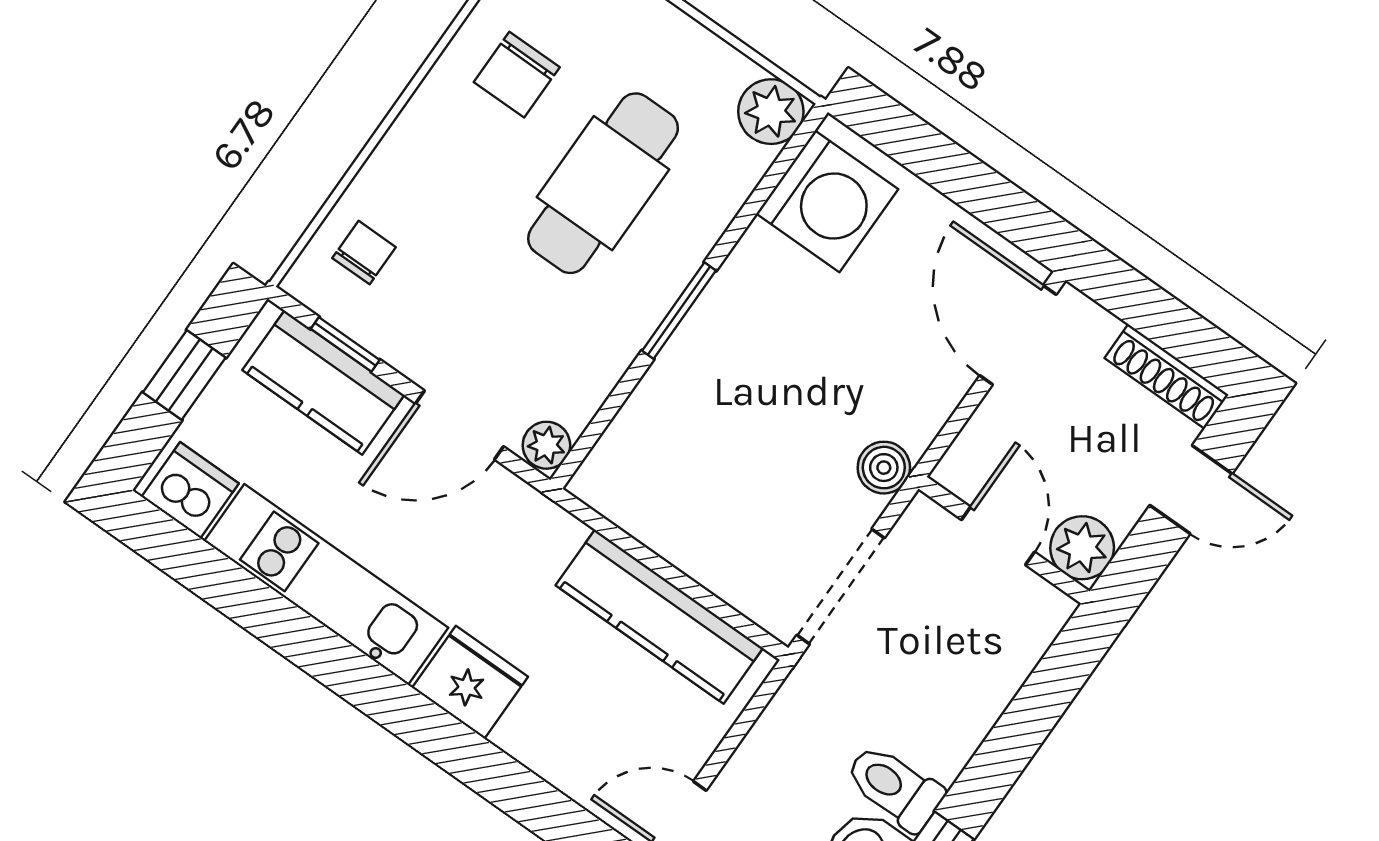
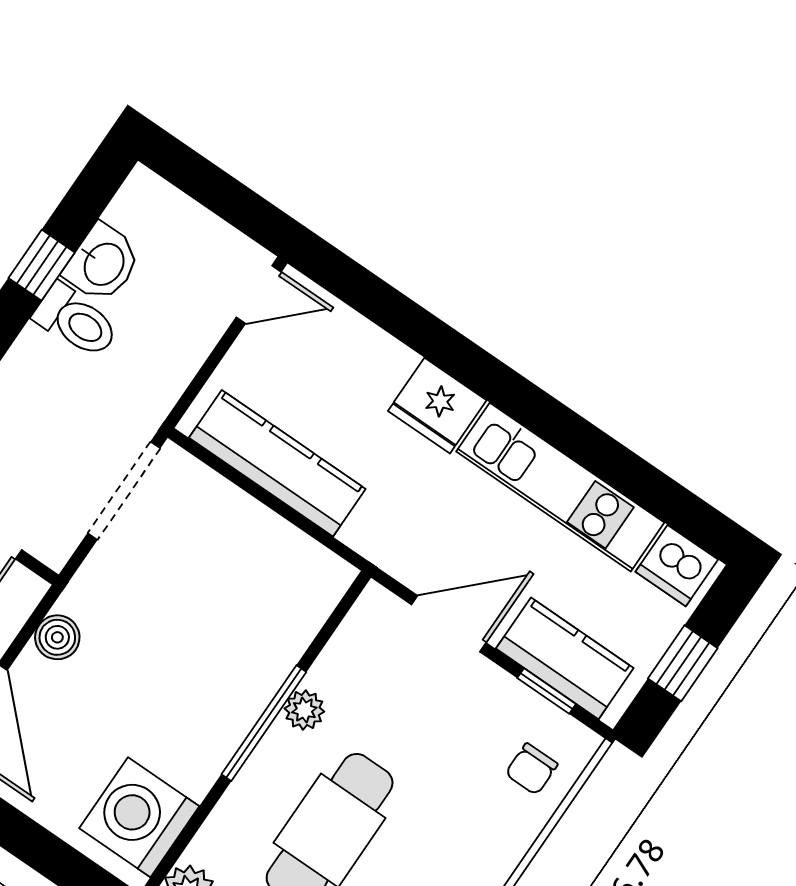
window: (679, 311) -> (264, 723), width x1.44
plant: (546, 445) -> (304, 710), moved
boiler: (884, 468) -> (57, 637), moved

